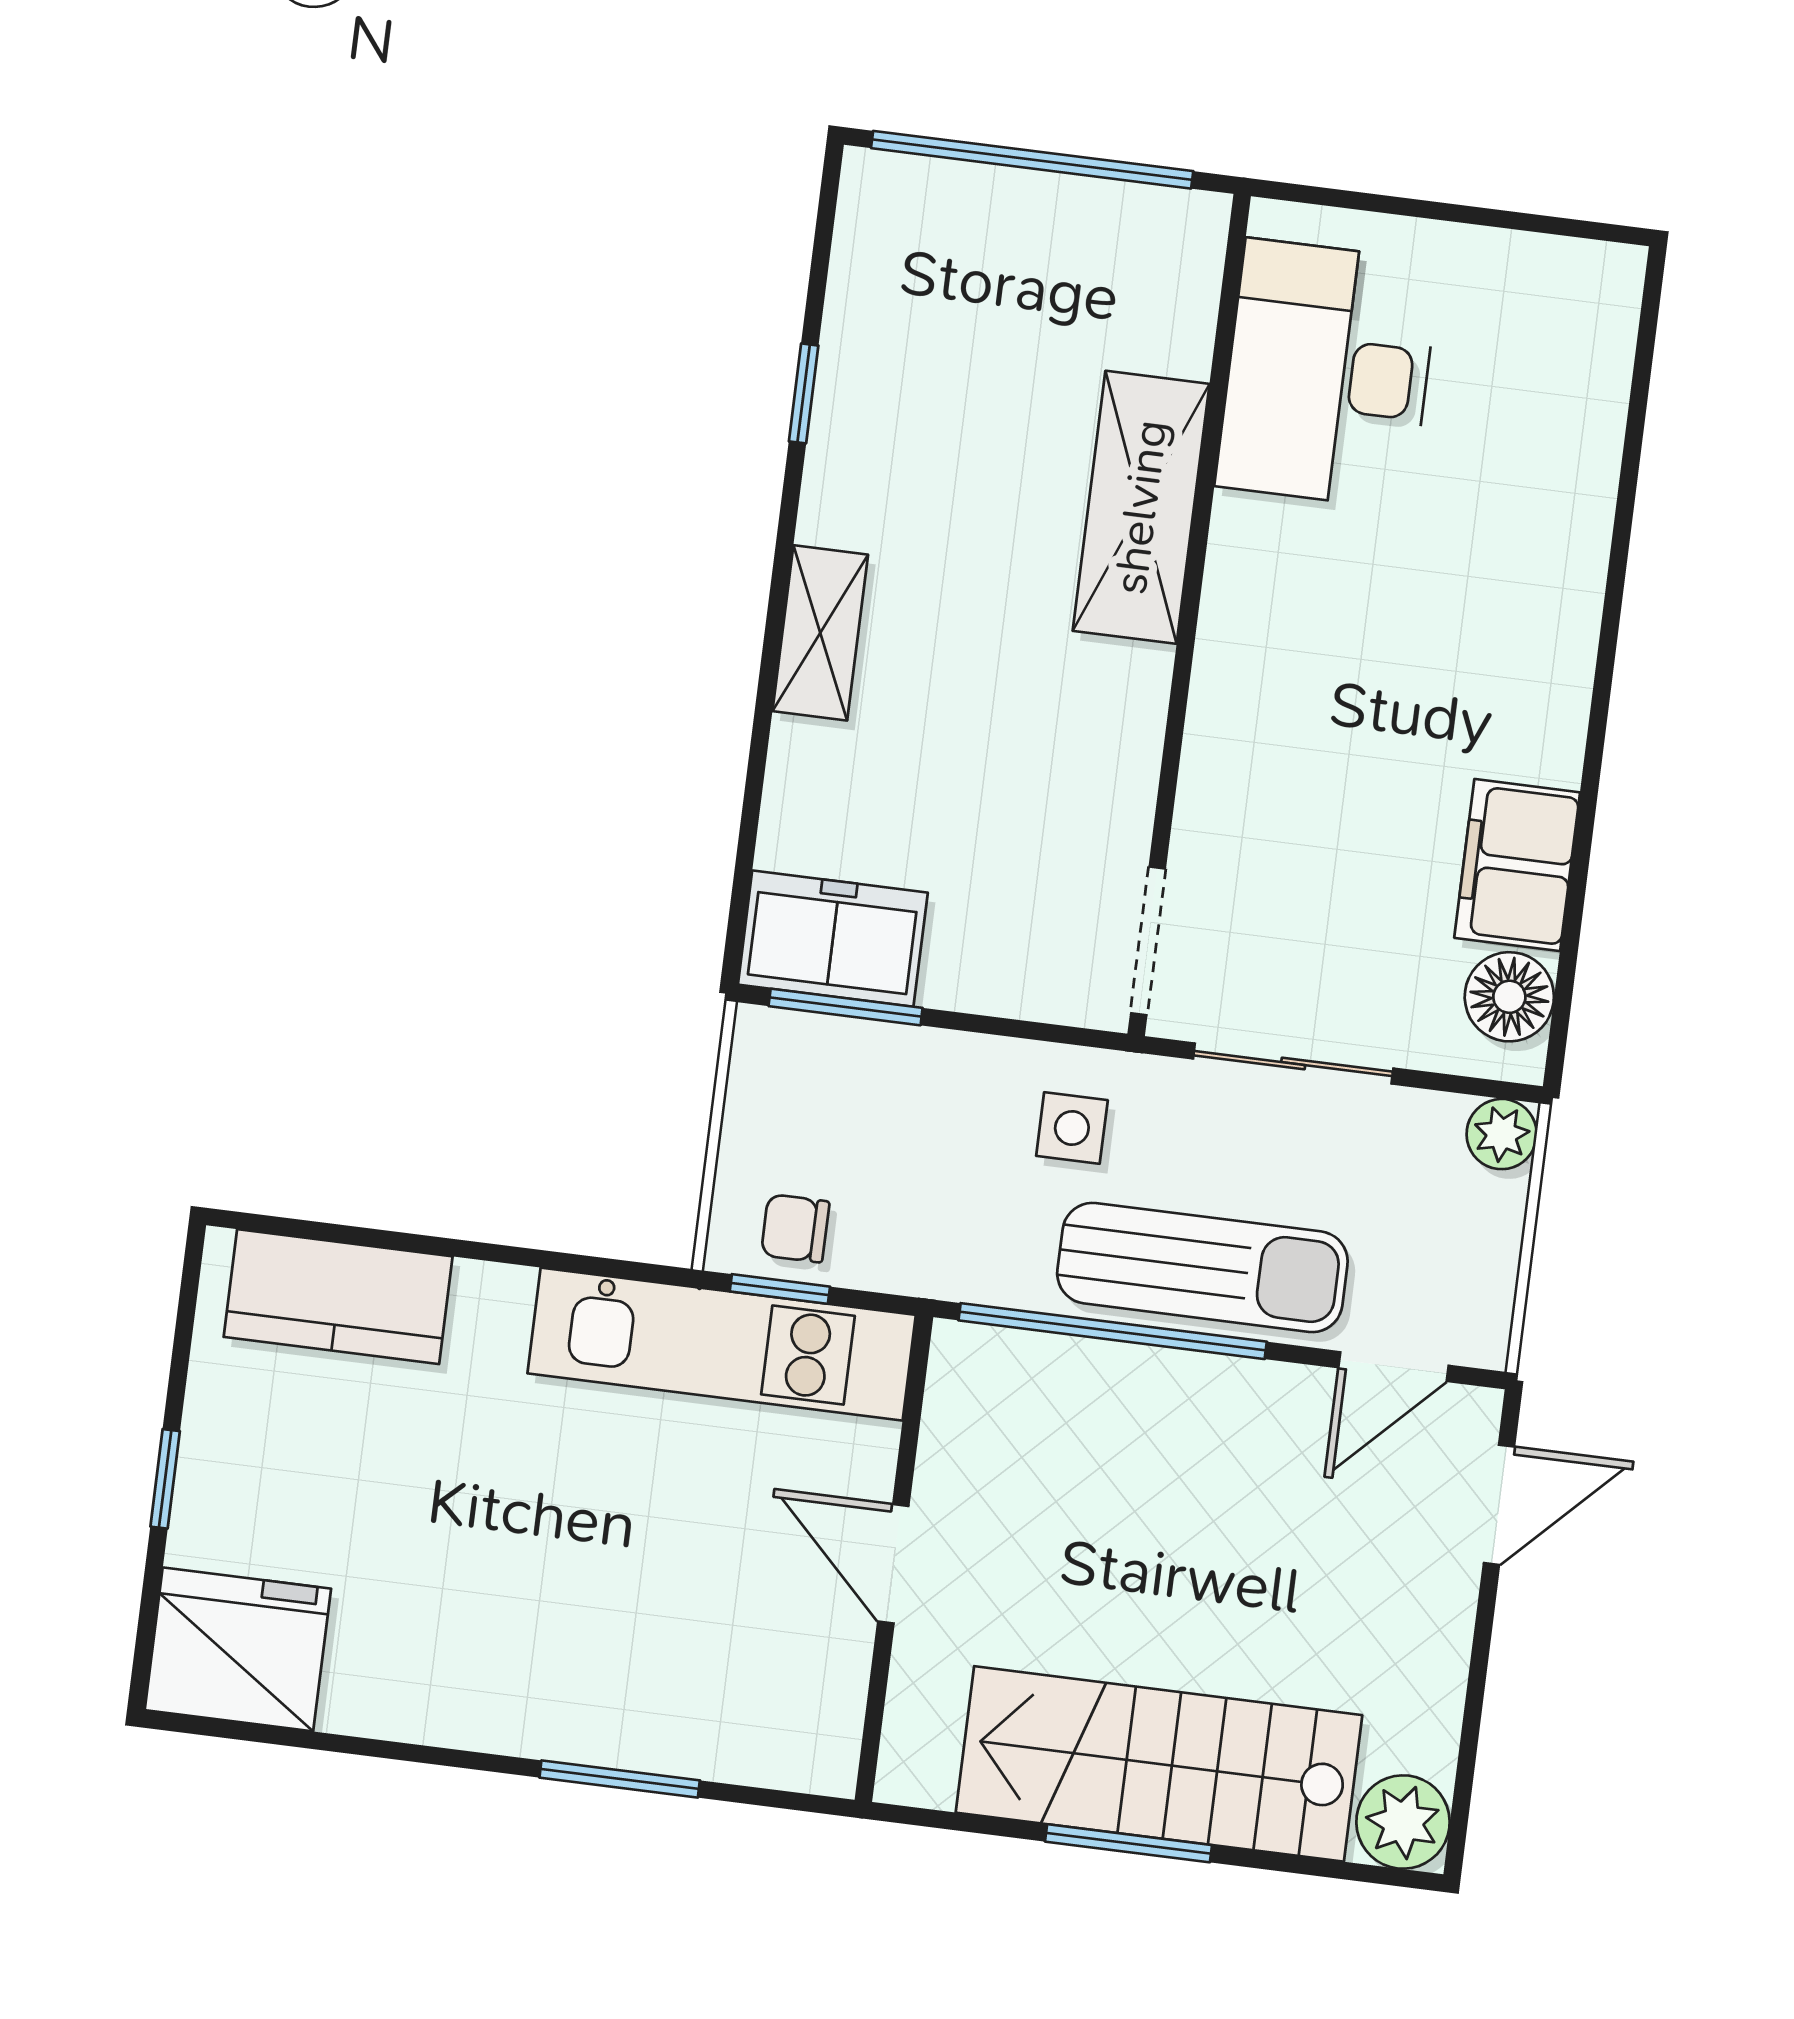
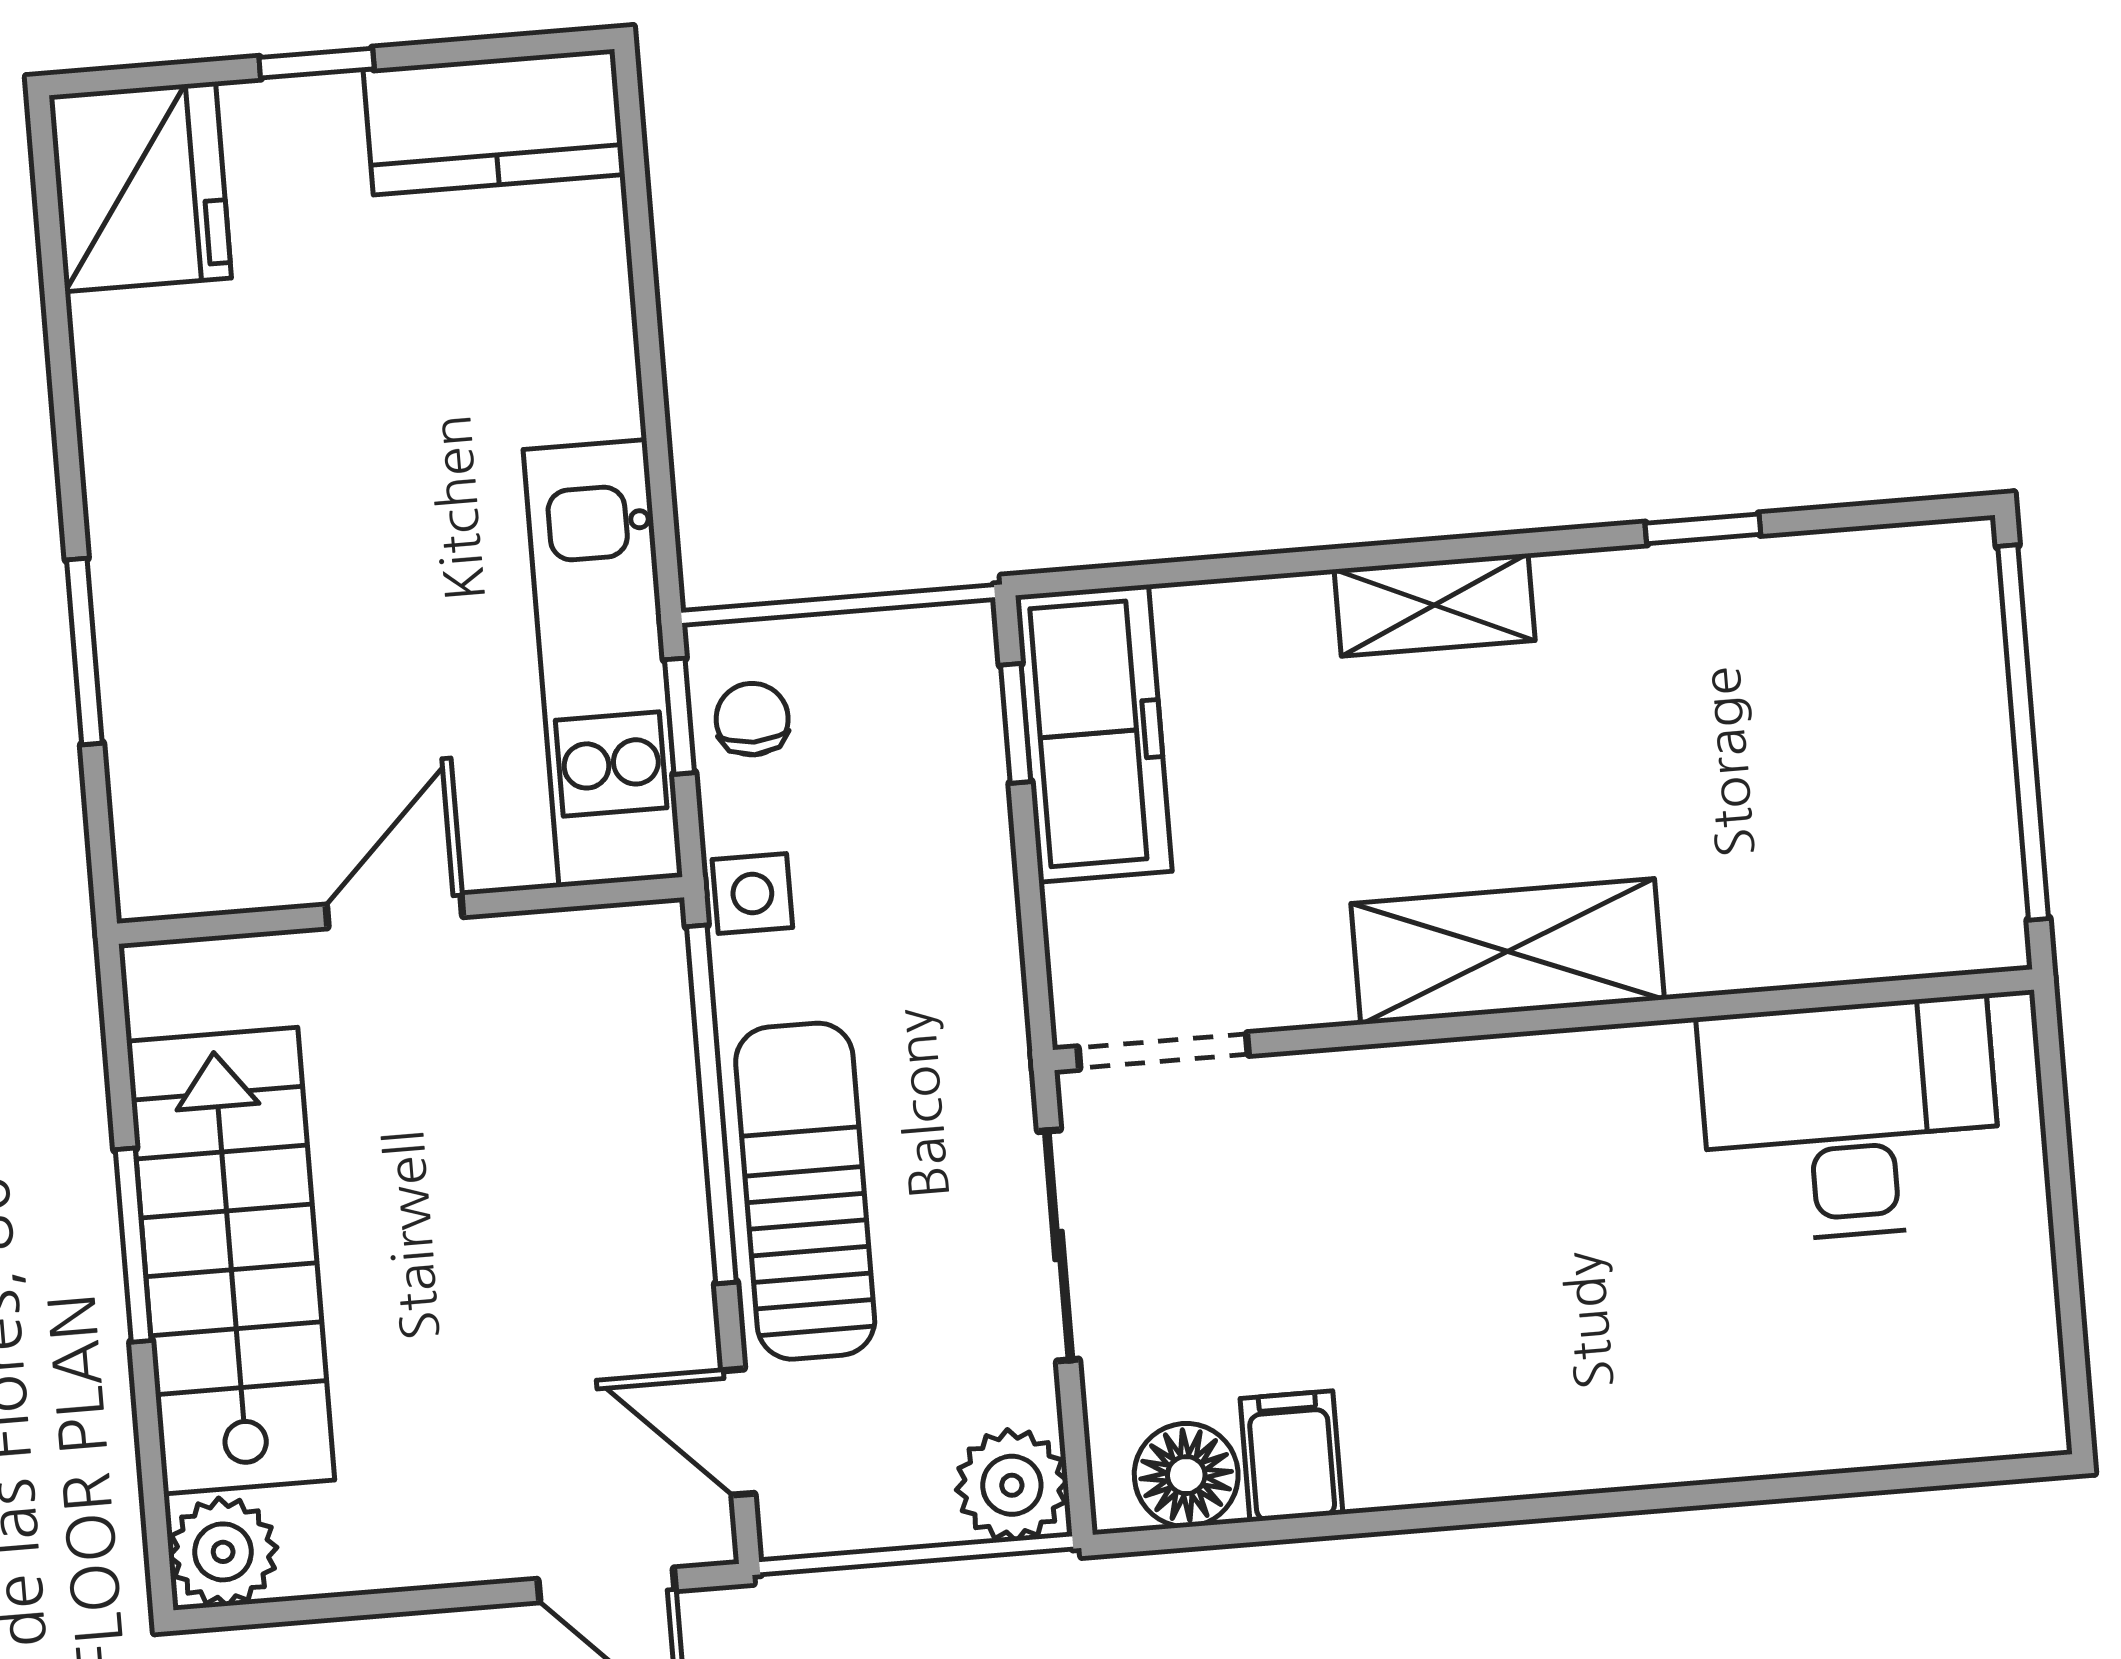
shelving: (1141, 507) -> (1508, 952), moved
filing cabinet: (1517, 865) -> (1291, 1456), width x0.50
freezer: (833, 939) -> (1094, 733), width x1.40
window: (846, 1007) -> (1016, 723), width x0.67
side table: (1072, 1128) -> (752, 893), moved
plant: (1502, 1134) -> (1012, 1485), width x1.38, depth x1.38
sun lounger: (1202, 1267) -> (805, 1191), turned 180
kitchen counter: (338, 1297) -> (494, 122), moved, turned -90

